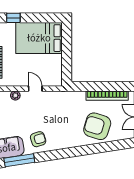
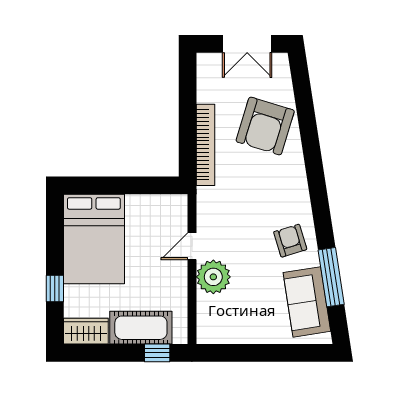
plant: (15, 95) -> (213, 277), width x1.88, depth x1.88
bookcase: (107, 96) -> (206, 145), moved

